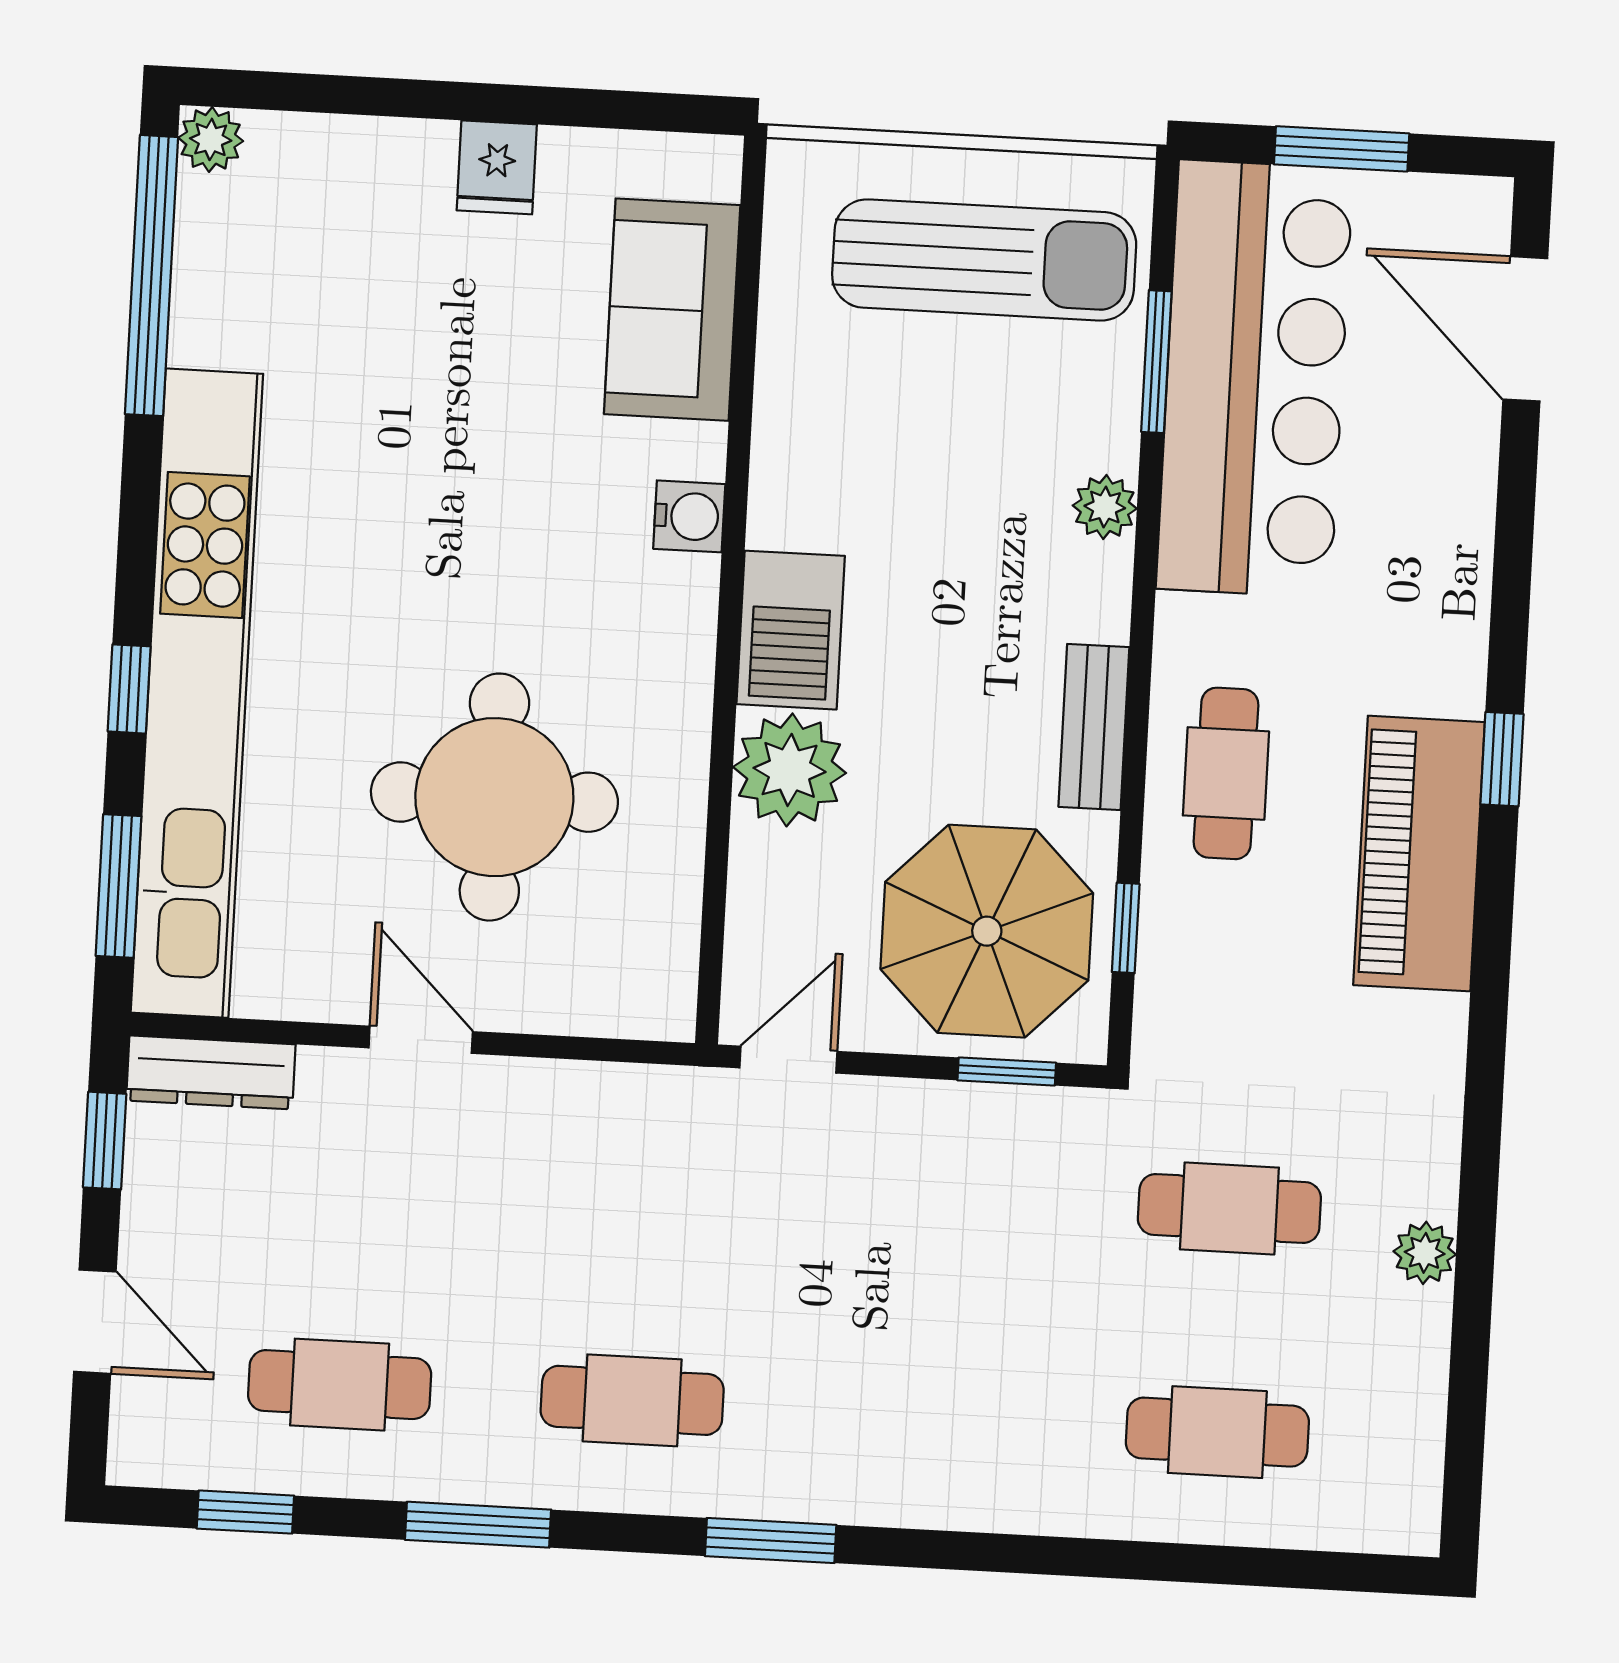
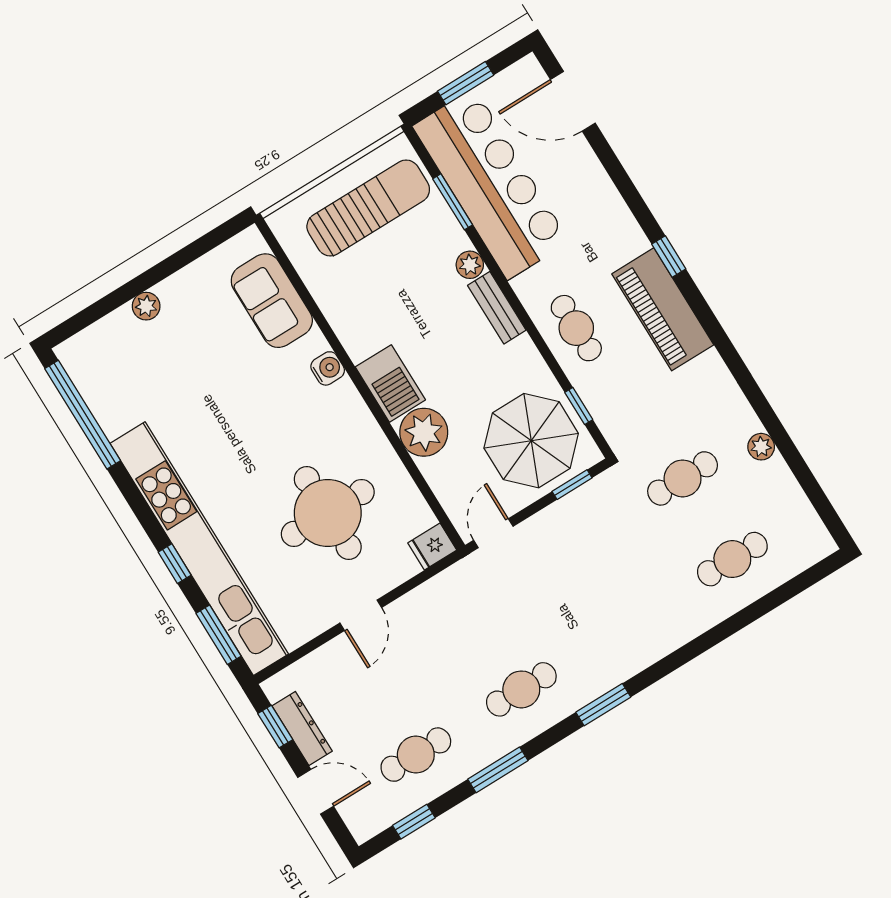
plant: (211, 139) -> (146, 306), moved
fridge: (497, 167) -> (432, 546), moved, turned 90
bench: (1094, 727) -> (497, 308), moved
door: (421, 1040) -> (361, 615), swing flipped
dresser: (211, 1072) -> (302, 729), moved, turned -90

